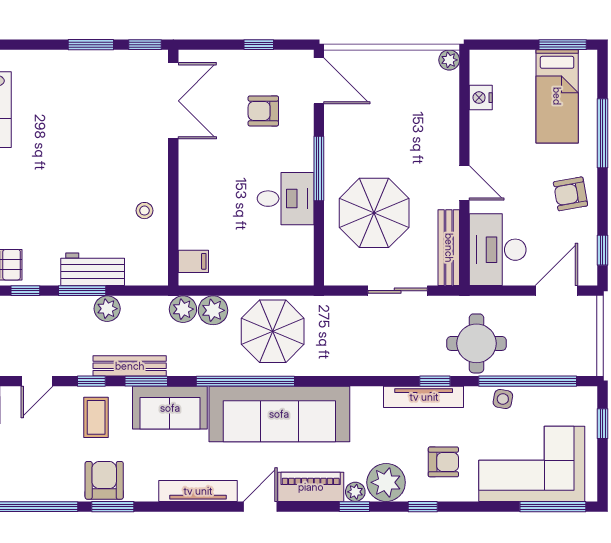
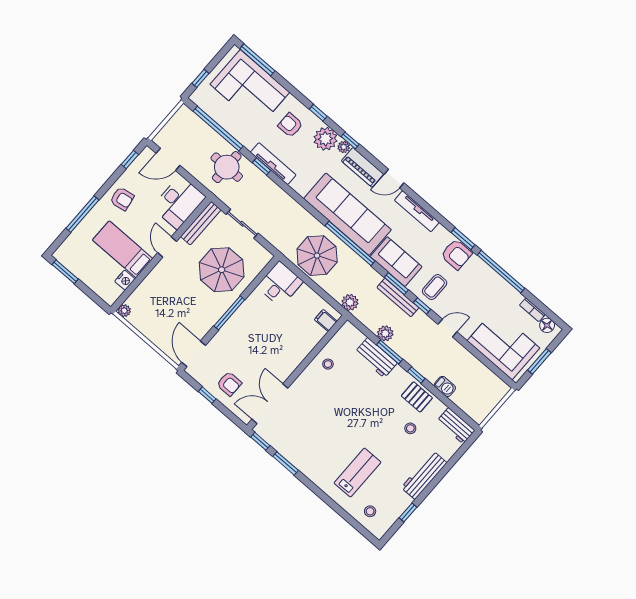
bed: (557, 96) -> (123, 249), moved, turned -90
armchair: (263, 111) -> (229, 384), moved
desk: (286, 199) -> (280, 284), moved, turned 90
plant: (213, 310) -> (336, 290), removed
side table: (503, 399) -> (237, 130), removed
armchair: (104, 480) -> (456, 254), turned -90

